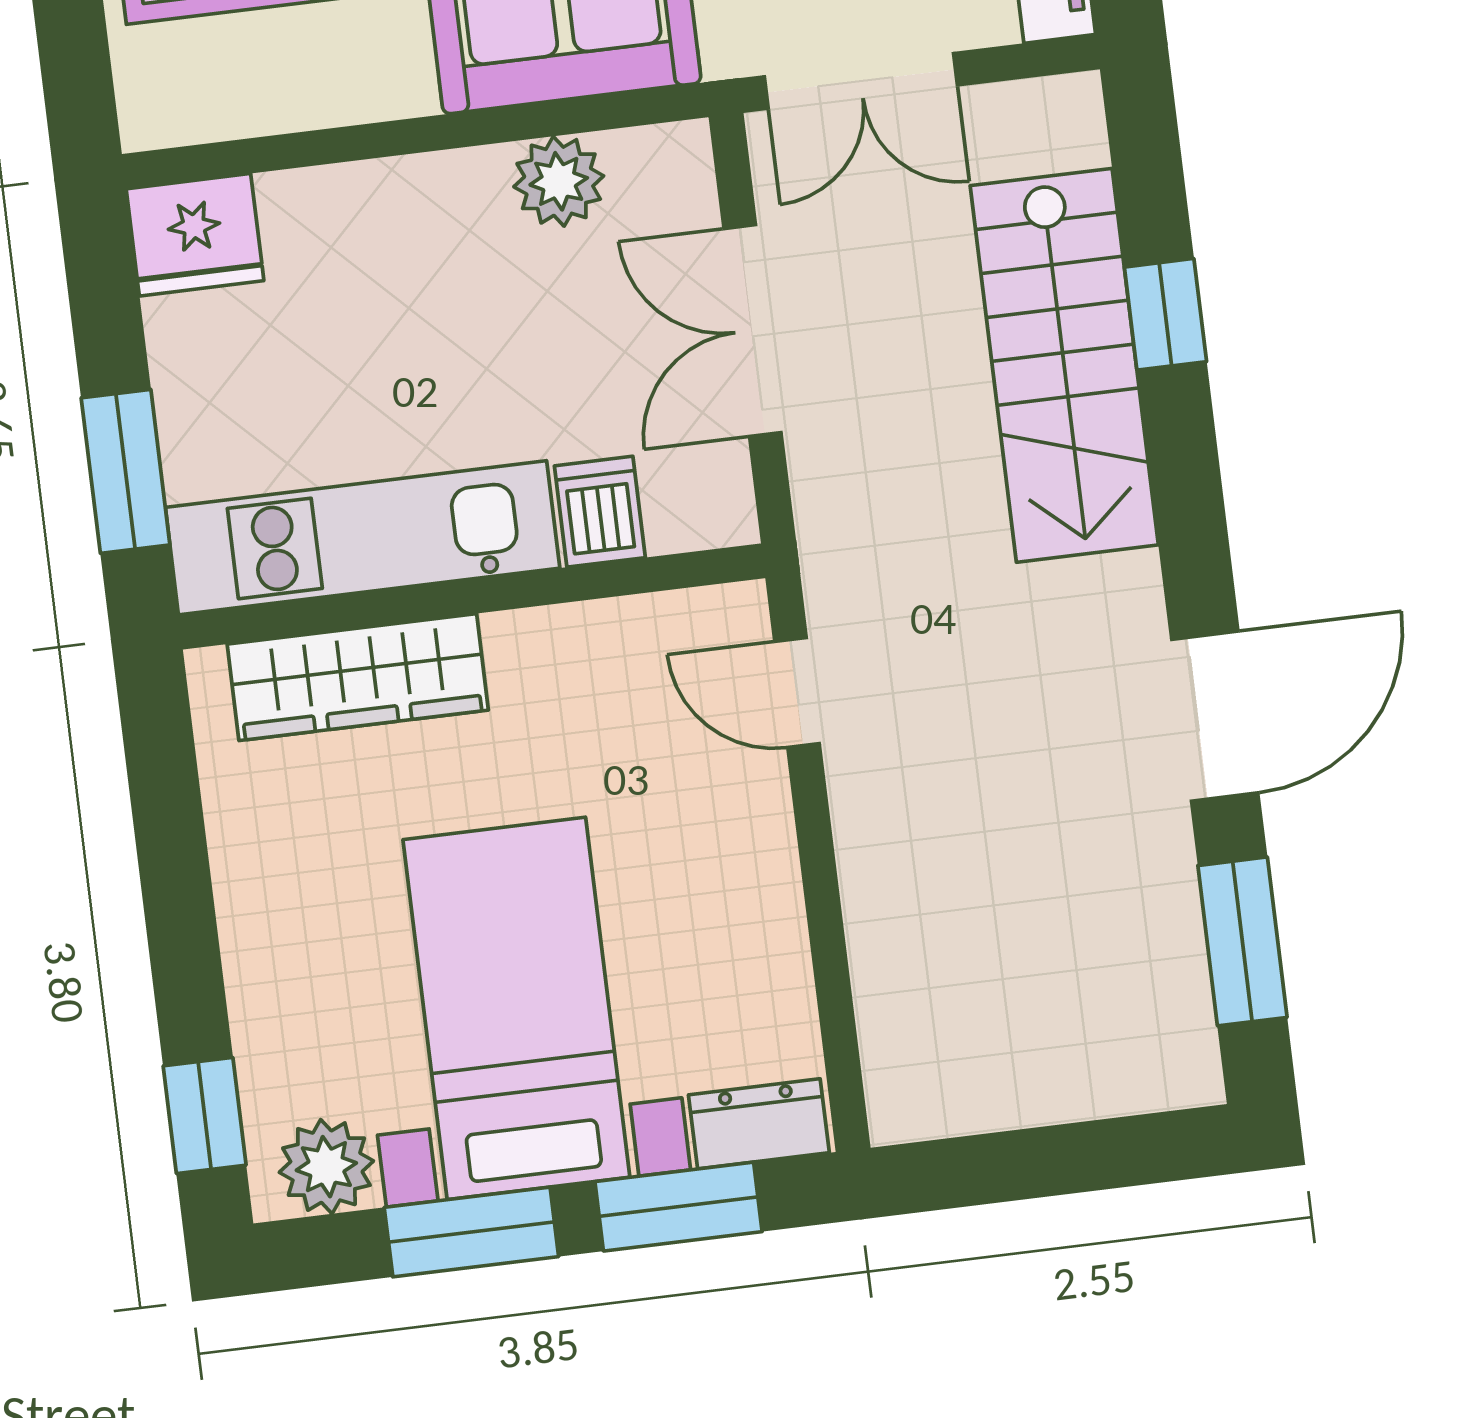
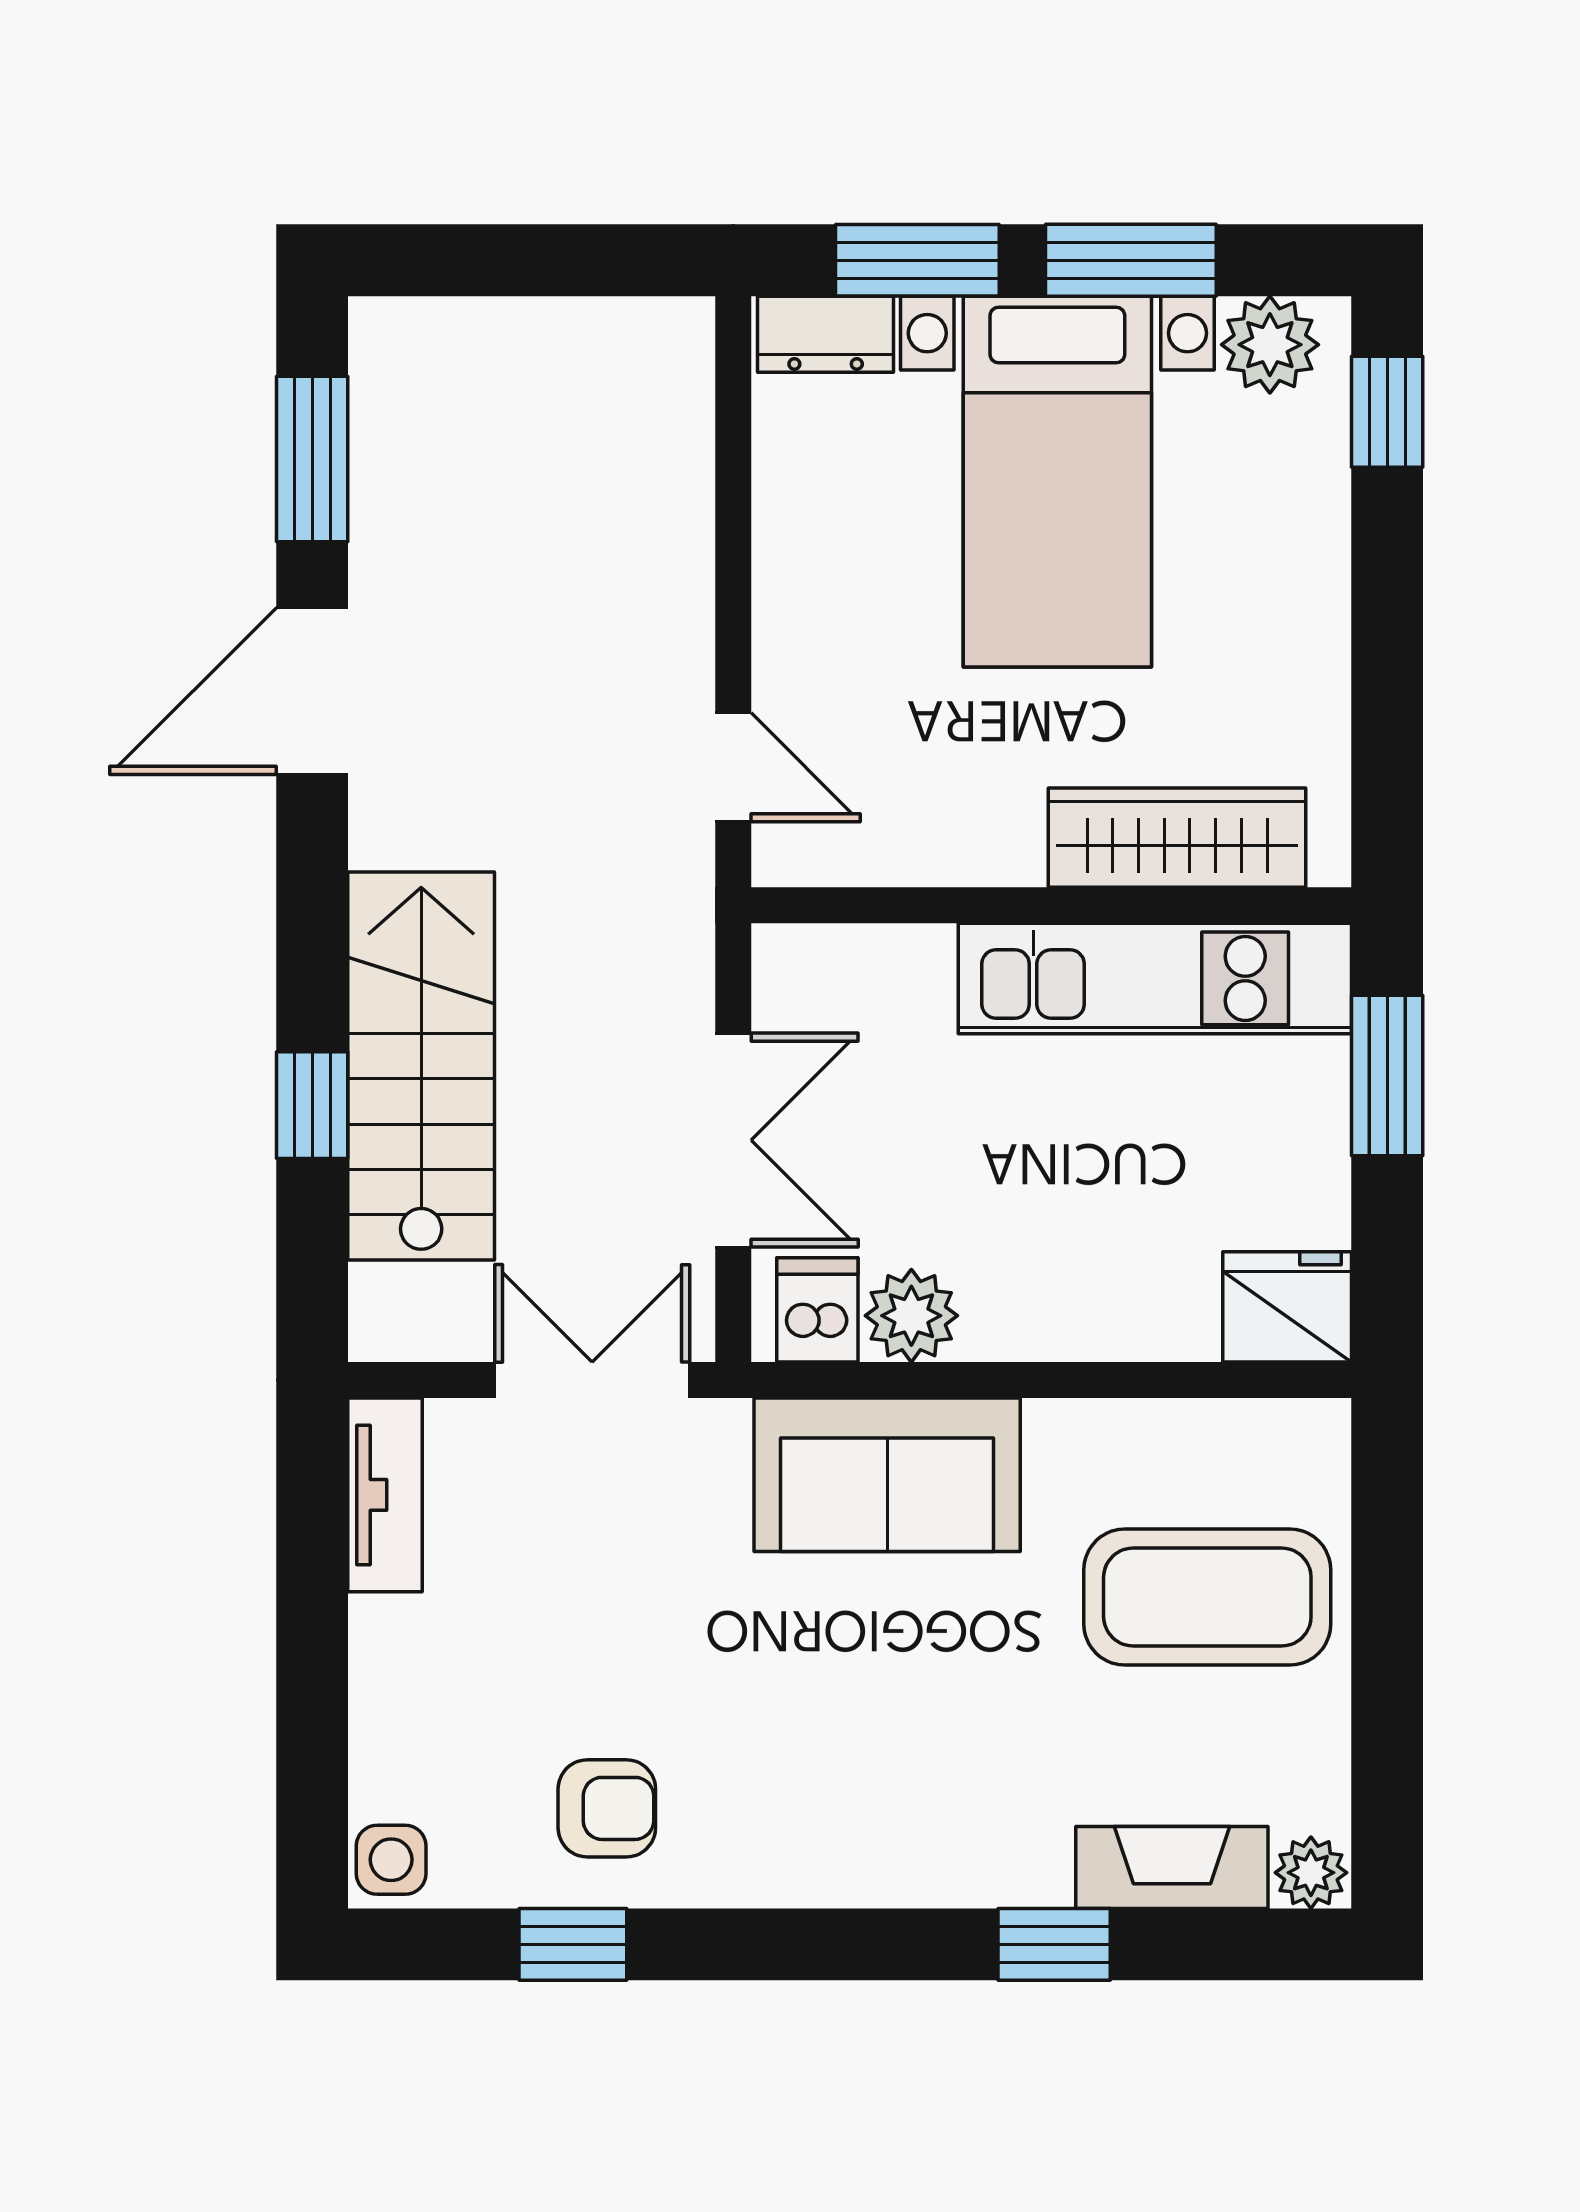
dishwasher: (600, 512) -> (817, 1310), moved, turned 180

